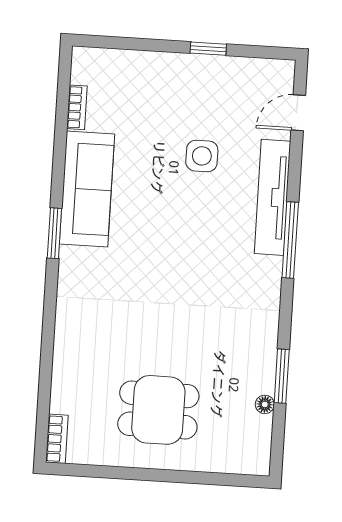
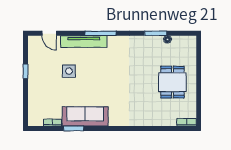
window: (54, 233) -> (74, 128), moved

